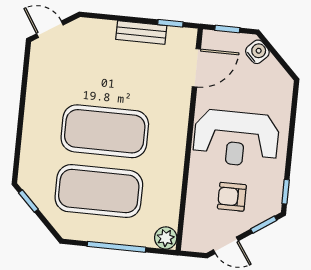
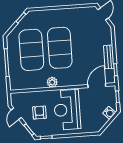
door: (196, 68) -> (97, 86), swing flipped
plant: (166, 238) -> (52, 82), moved

